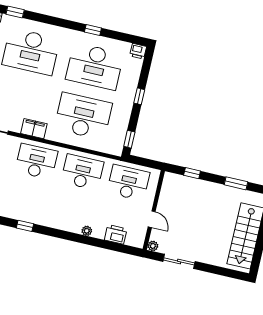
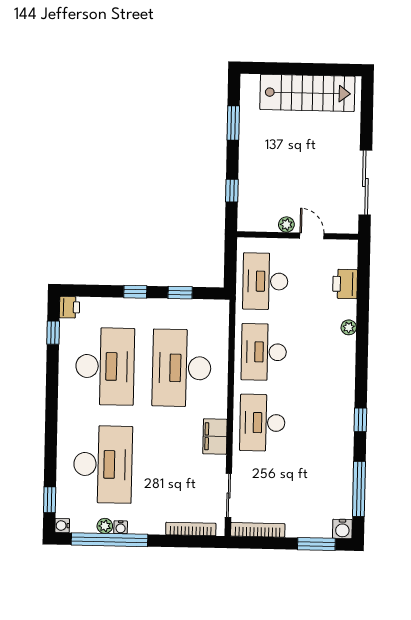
window: (93, 30) -> (53, 333), moved
window: (129, 139) -> (180, 293), moved
door: (152, 219) -> (312, 236), hinge flipped
plant: (153, 246) -> (286, 224), moved
sliding door: (179, 261) -> (365, 183), width x1.37

